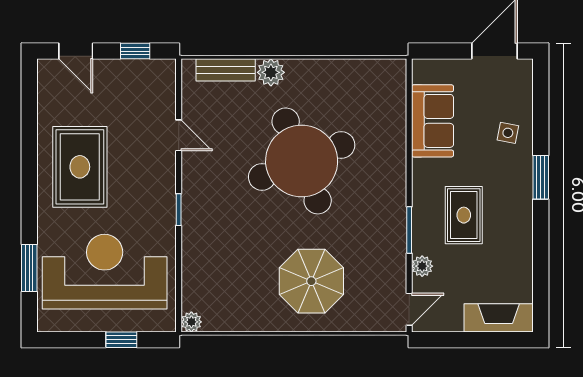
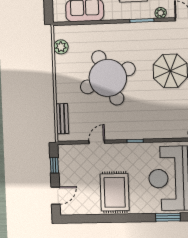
plant: (271, 72) -> (61, 47), moved
rug: (80, 167) -> (115, 192), turned 90

